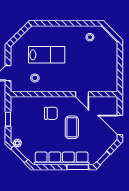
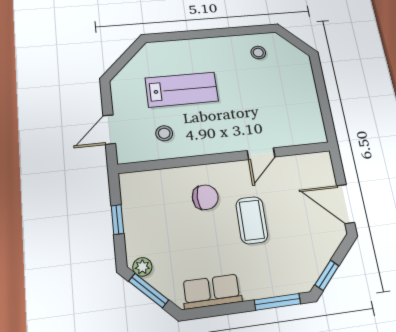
door: (82, 94) -> (261, 154), hinge flipped
row of seats: (62, 158) -> (212, 291), width x0.50

